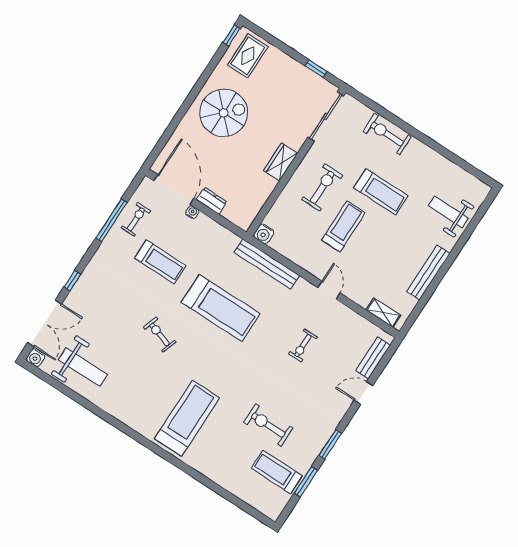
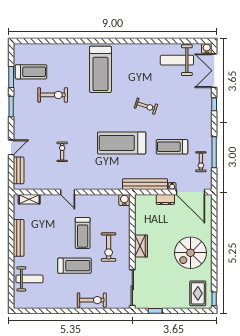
treadmill: (381, 192) -> (74, 266), turned 180
bench: (267, 264) -> (145, 184), moved

